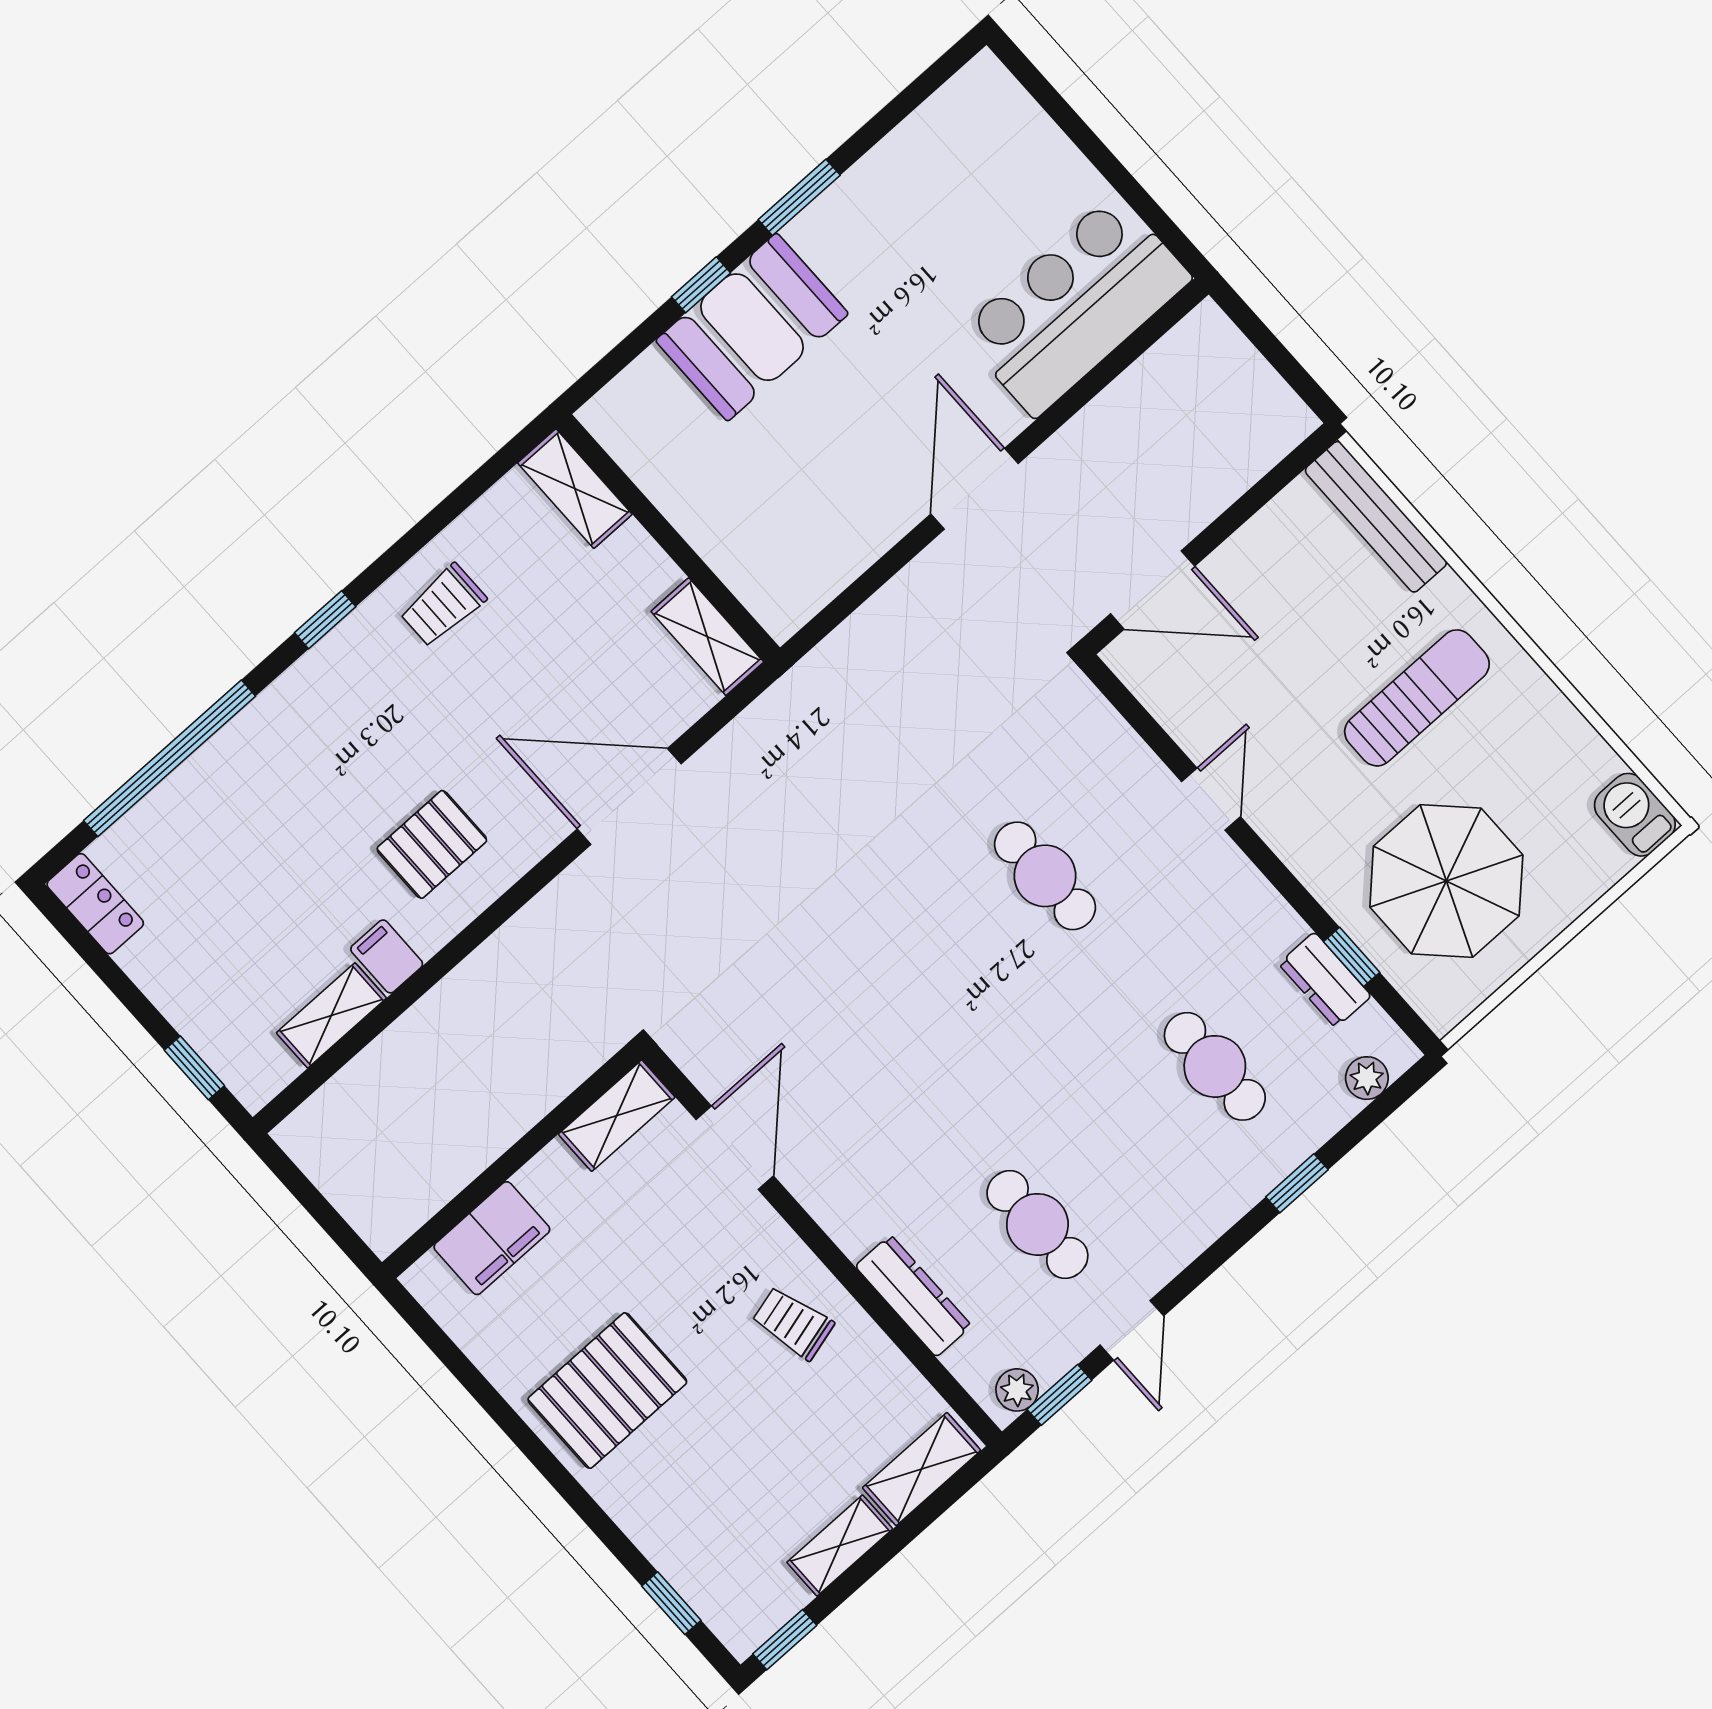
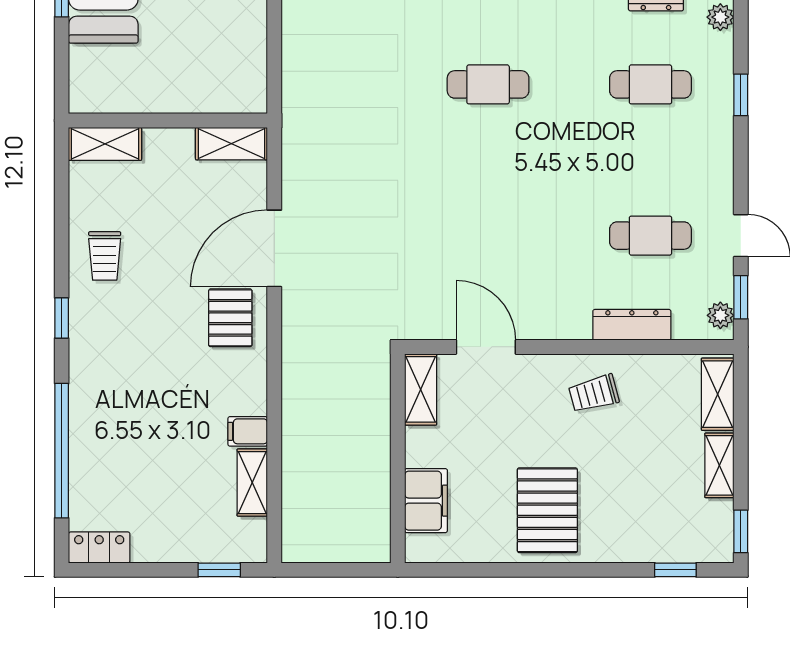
pallet: (432, 844) -> (230, 318), moved

